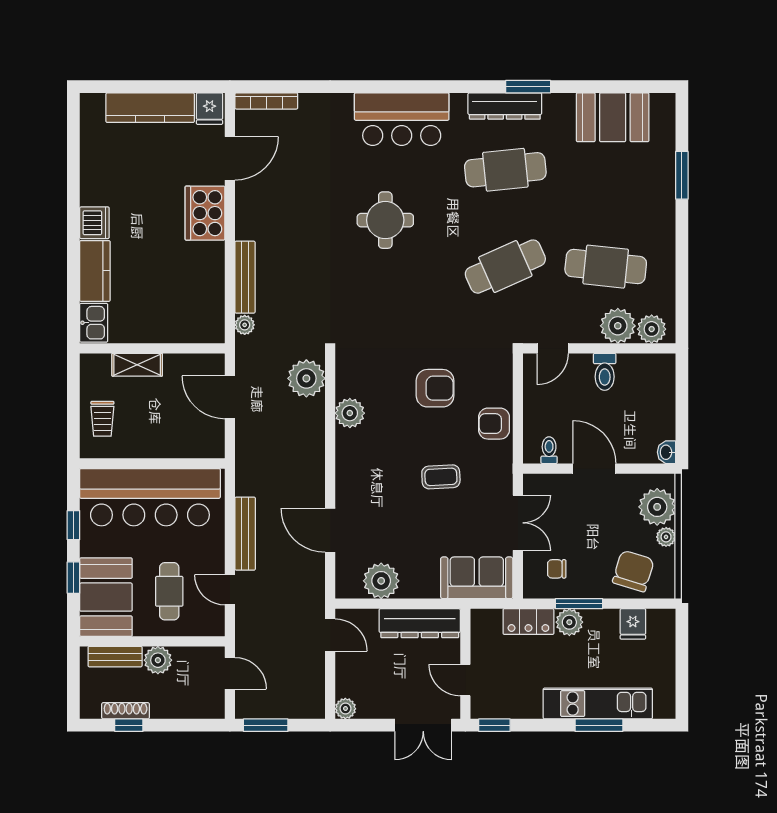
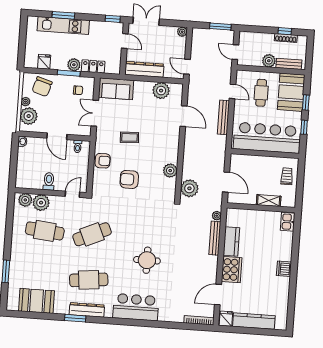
kitchen counter: (95, 271) -> (231, 241), moved, turned 180

